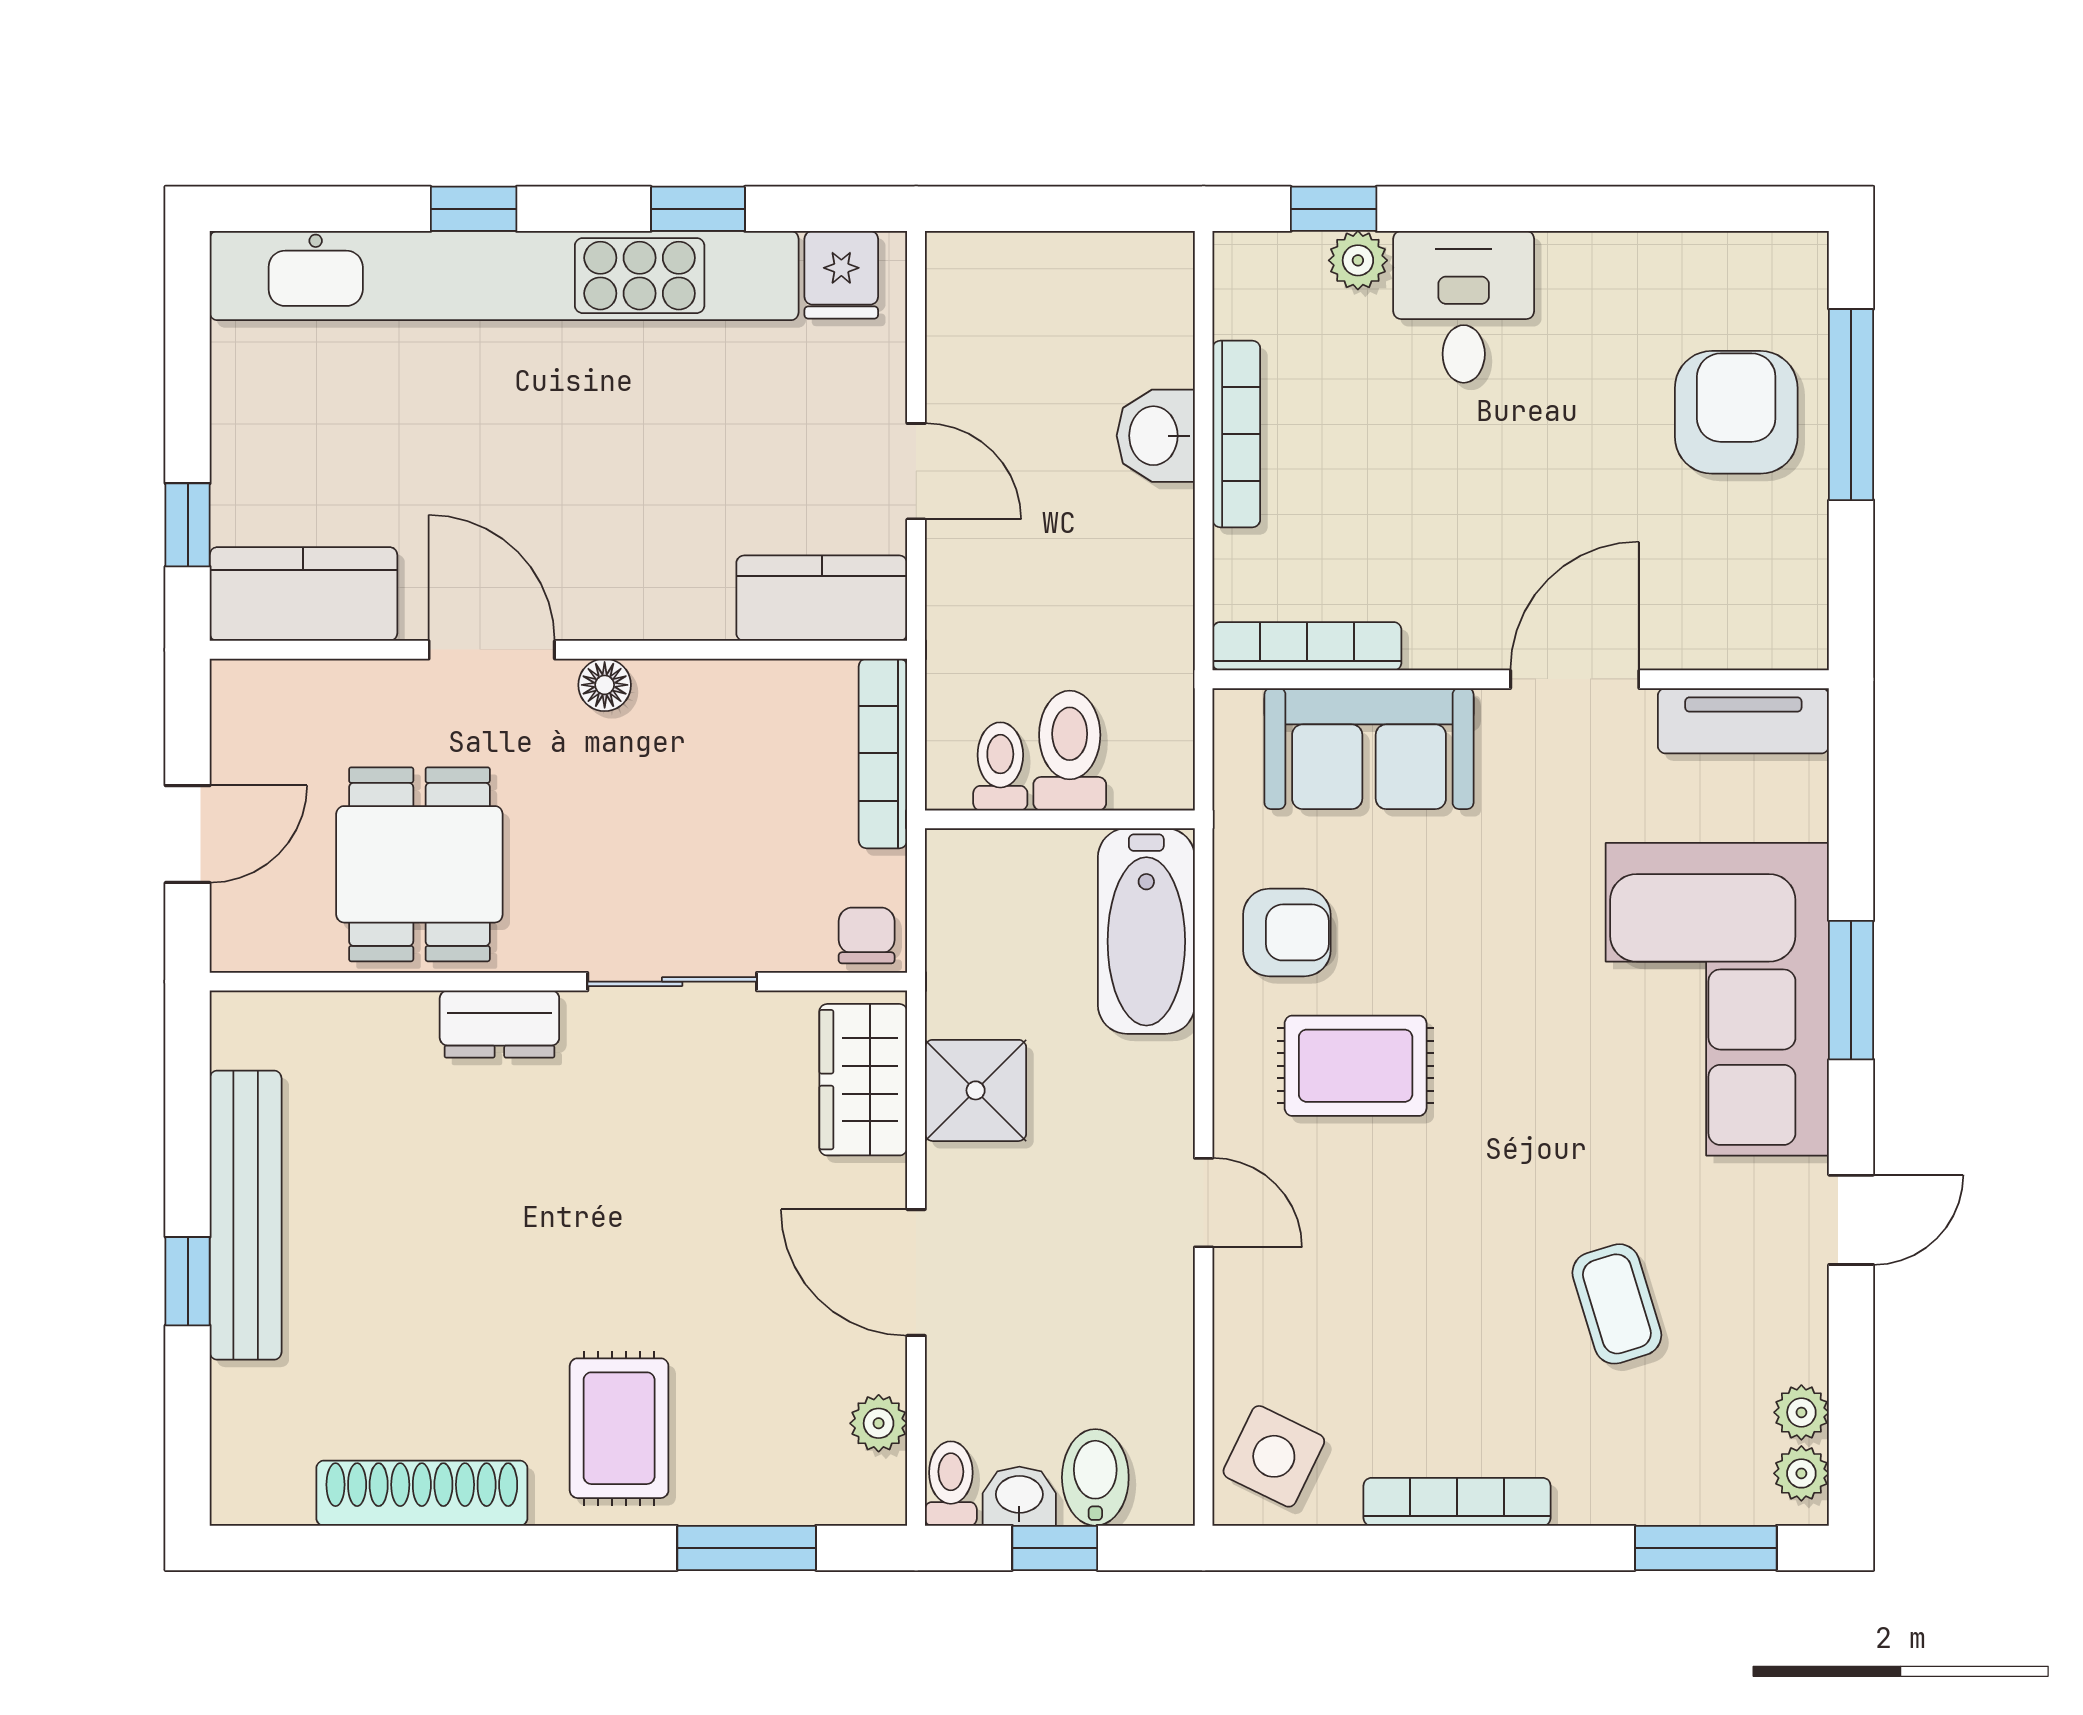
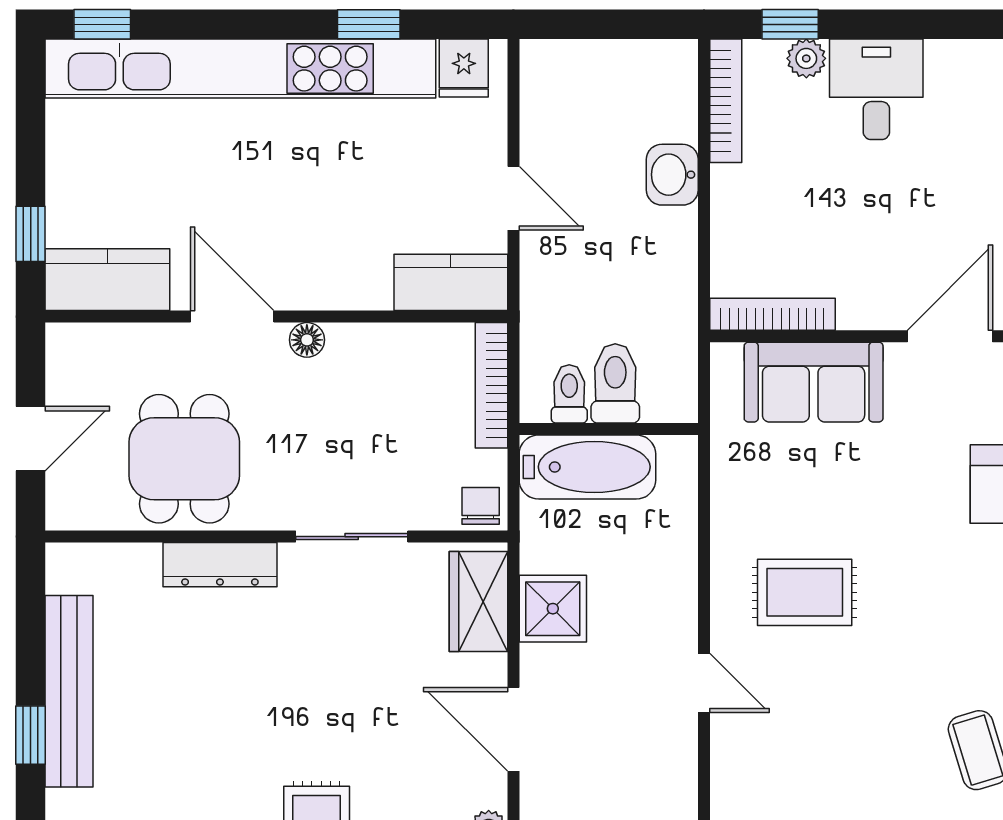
window: (474, 209) -> (102, 24), moved
bookcase: (1236, 434) -> (726, 101), moved
bathtub: (1146, 931) -> (587, 467), moved, turned -90
armchair: (1287, 932) -> (759, 504), removed
dresser: (499, 1024) -> (220, 565), width x1.44

